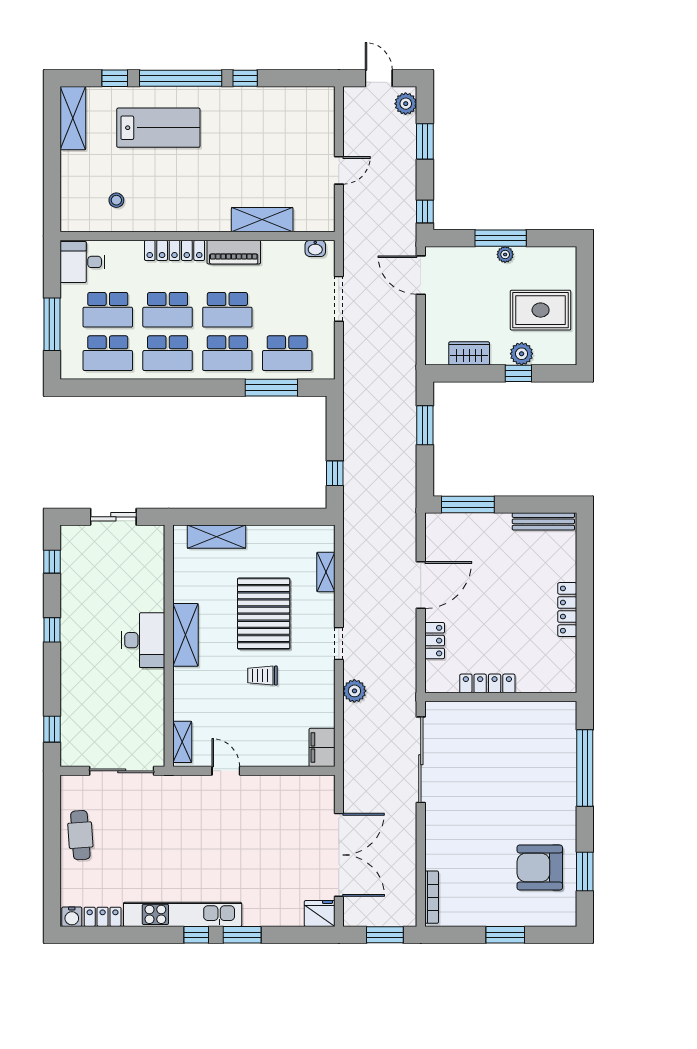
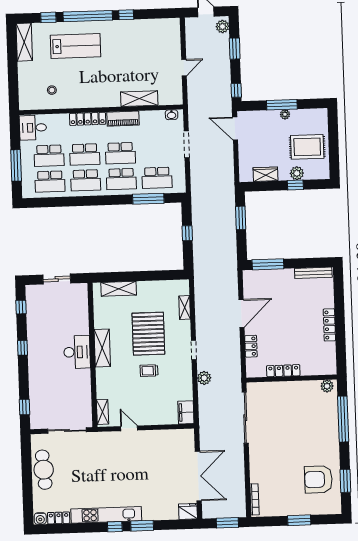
window: (335, 473) -> (187, 233), moved
plant: (560, 712) -> (327, 386), added
cafe table: (80, 835) -> (44, 470), width x1.37, depth x1.35

